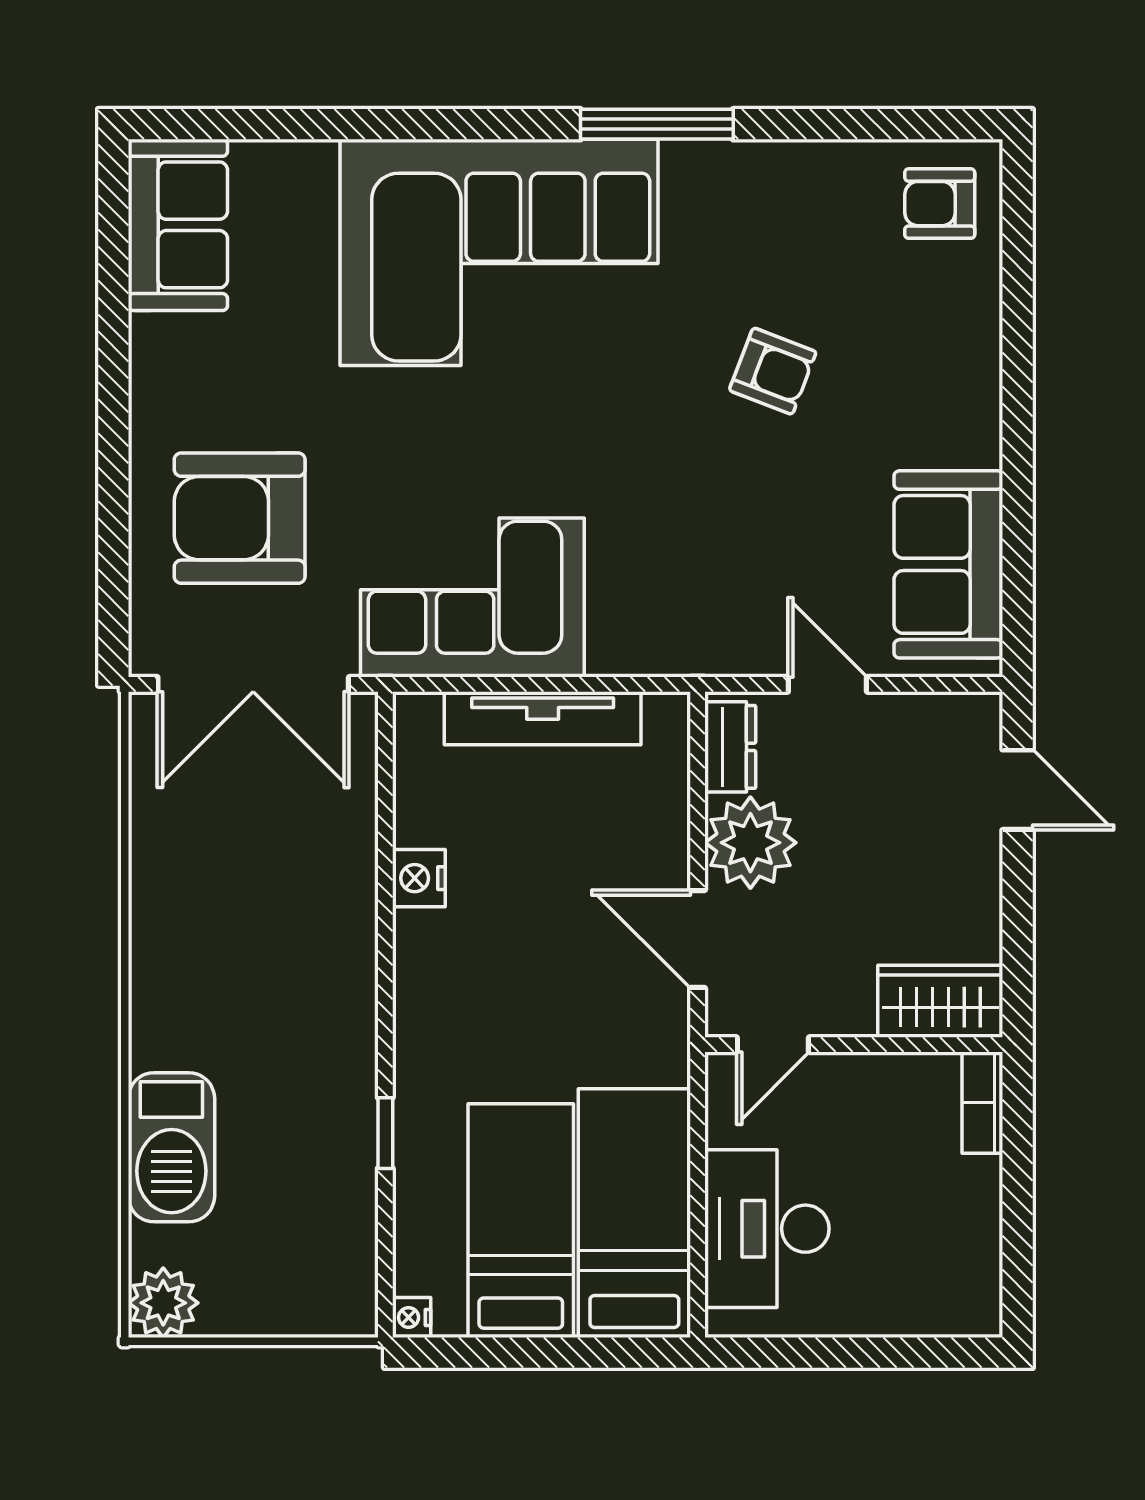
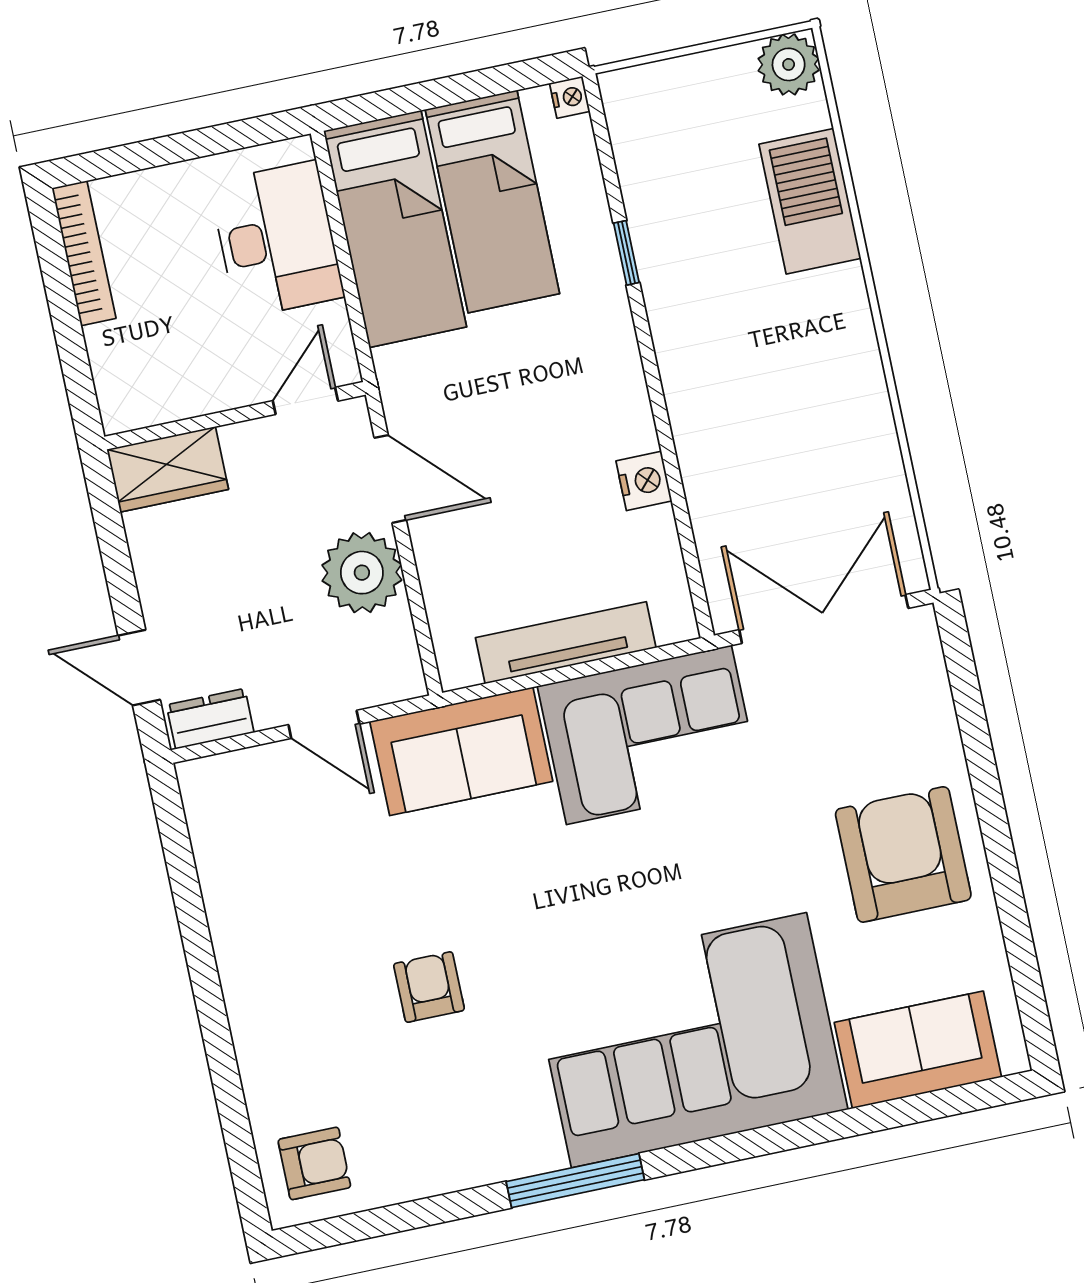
sofa: (178, 225) -> (918, 1050), moved, turned 90
armchair: (773, 371) -> (429, 987), turned 69
armchair: (240, 518) -> (903, 854), moved, turned -90
sofa: (948, 564) -> (461, 751), moved, turned 90
dresser: (730, 747) -> (210, 719), moved, turned 90
bookcase: (982, 1103) -> (84, 253), moved, width x1.56

